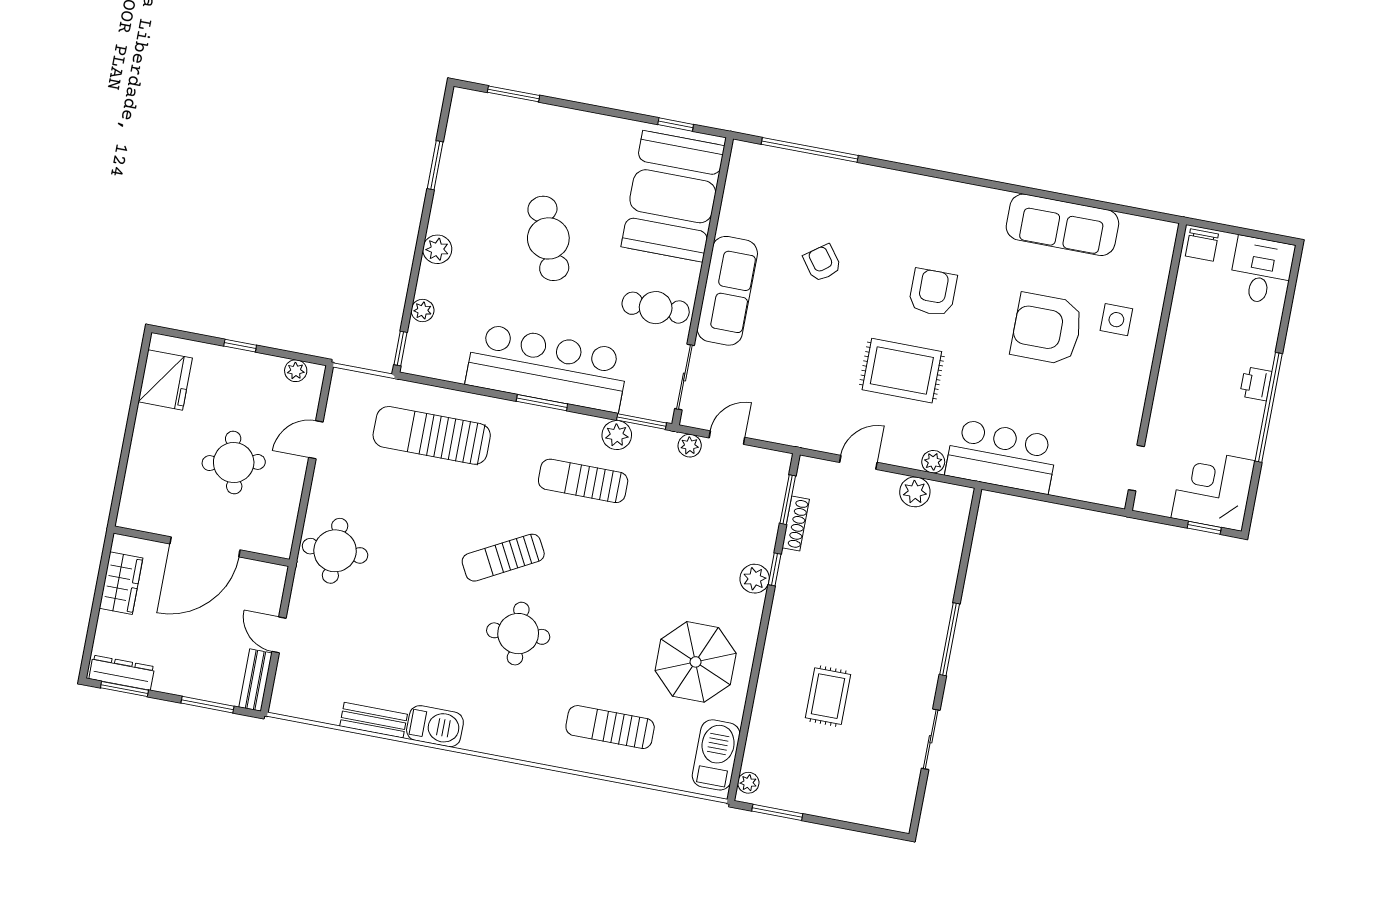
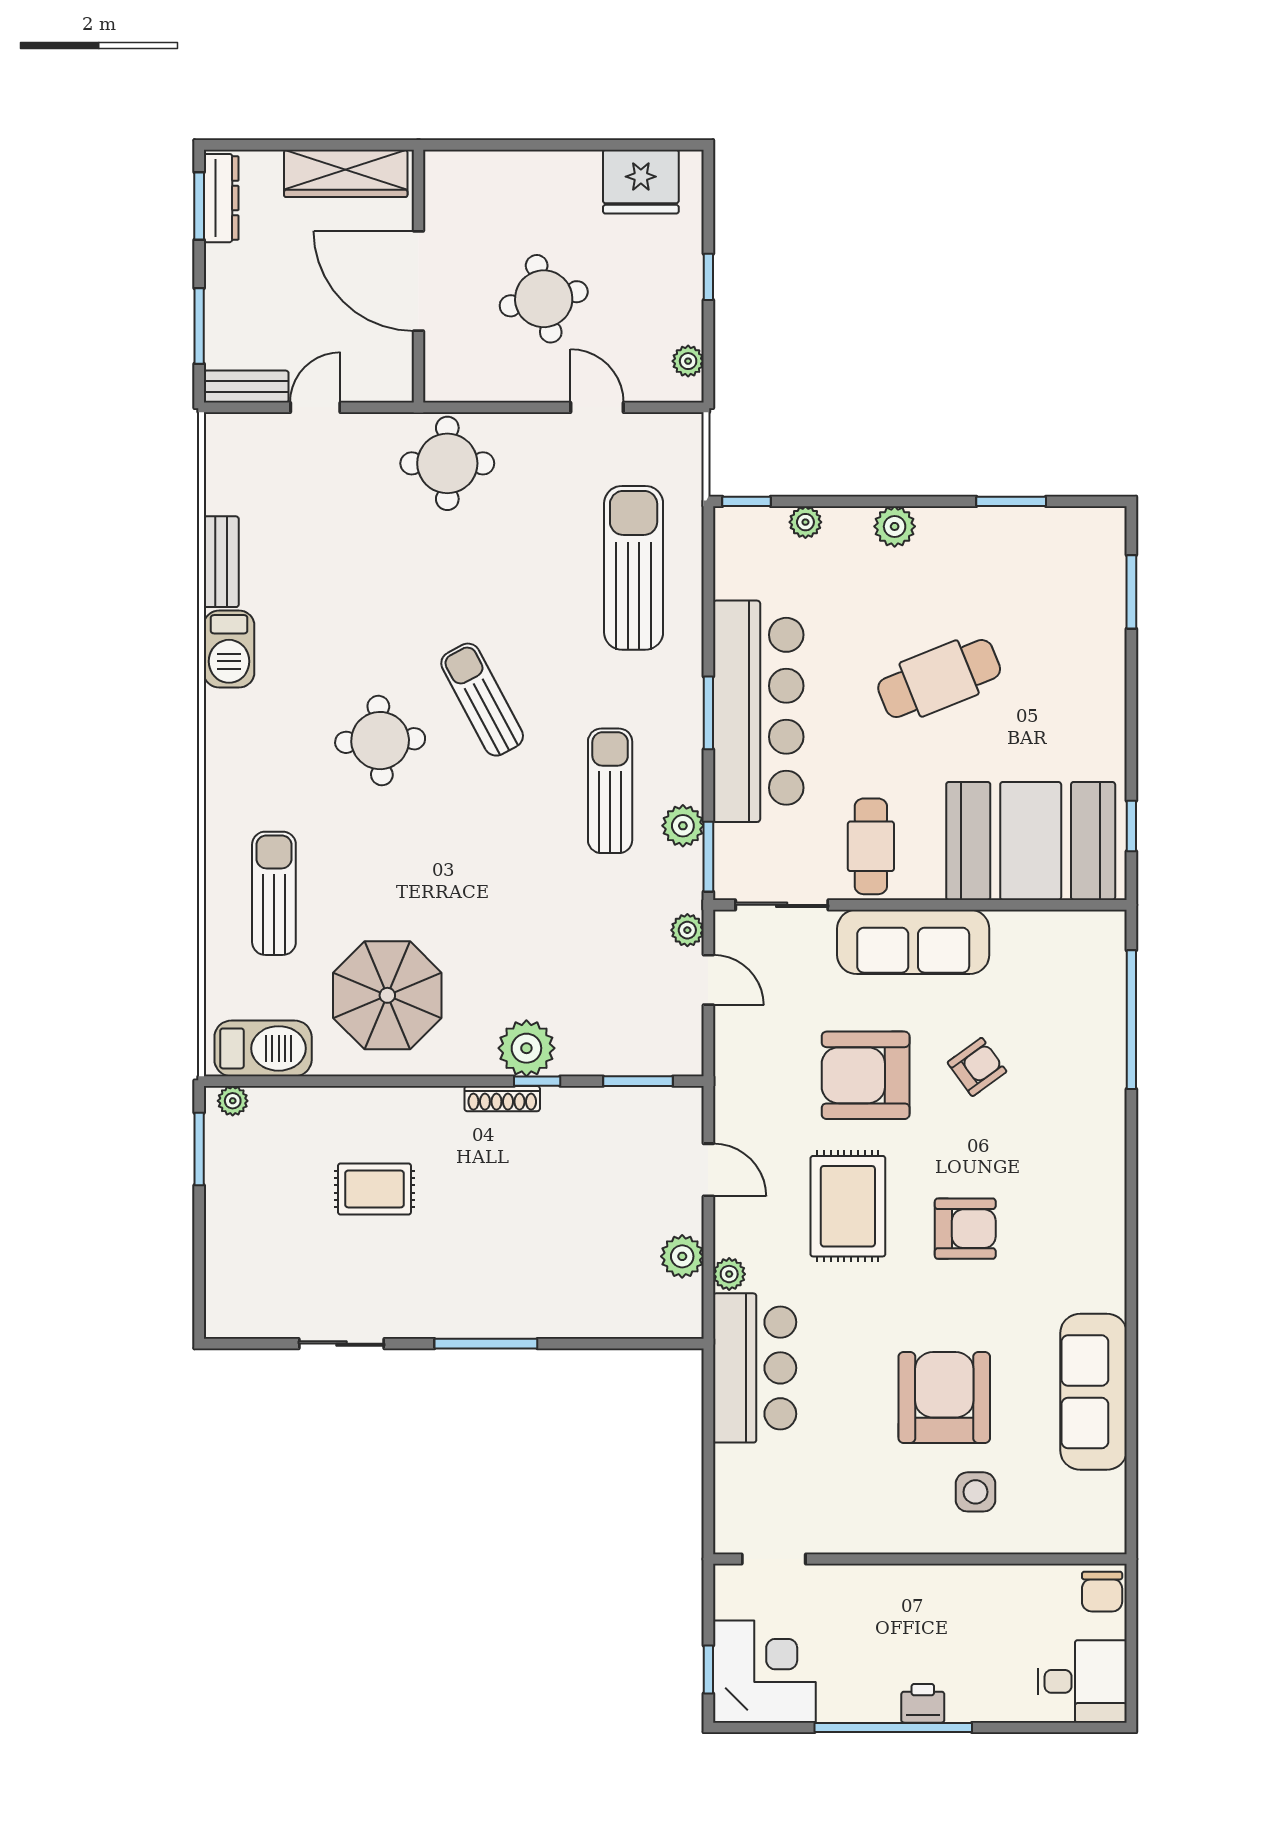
chair: (1202, 245) -> (1102, 1592), turned -90
armchair: (813, 341) -> (866, 1075), added
shoe rack: (796, 523) -> (502, 1099), moved
plant: (755, 579) -> (526, 1048), width x1.36, depth x1.36
wardrobe: (121, 583) -> (346, 173), width x1.50

